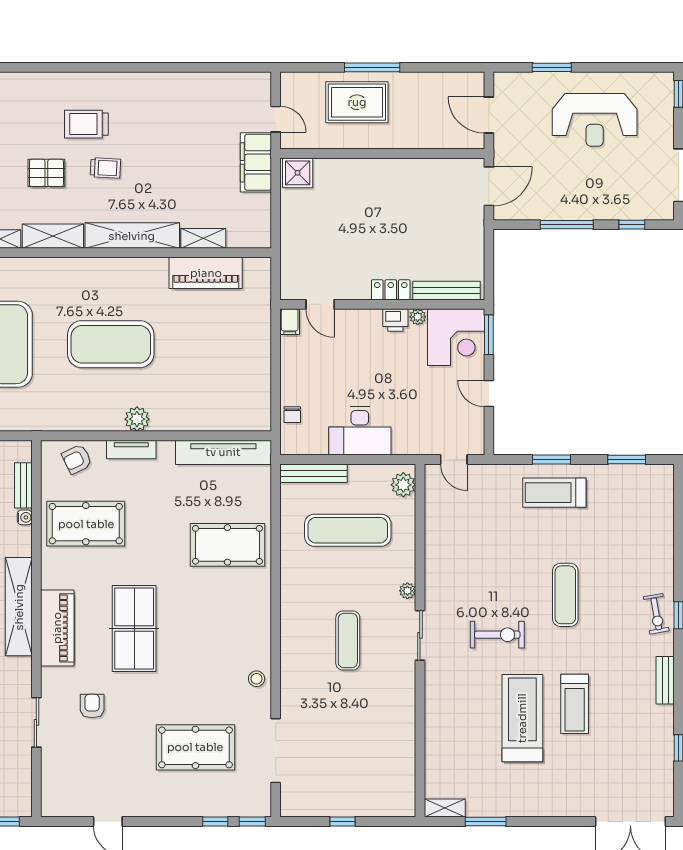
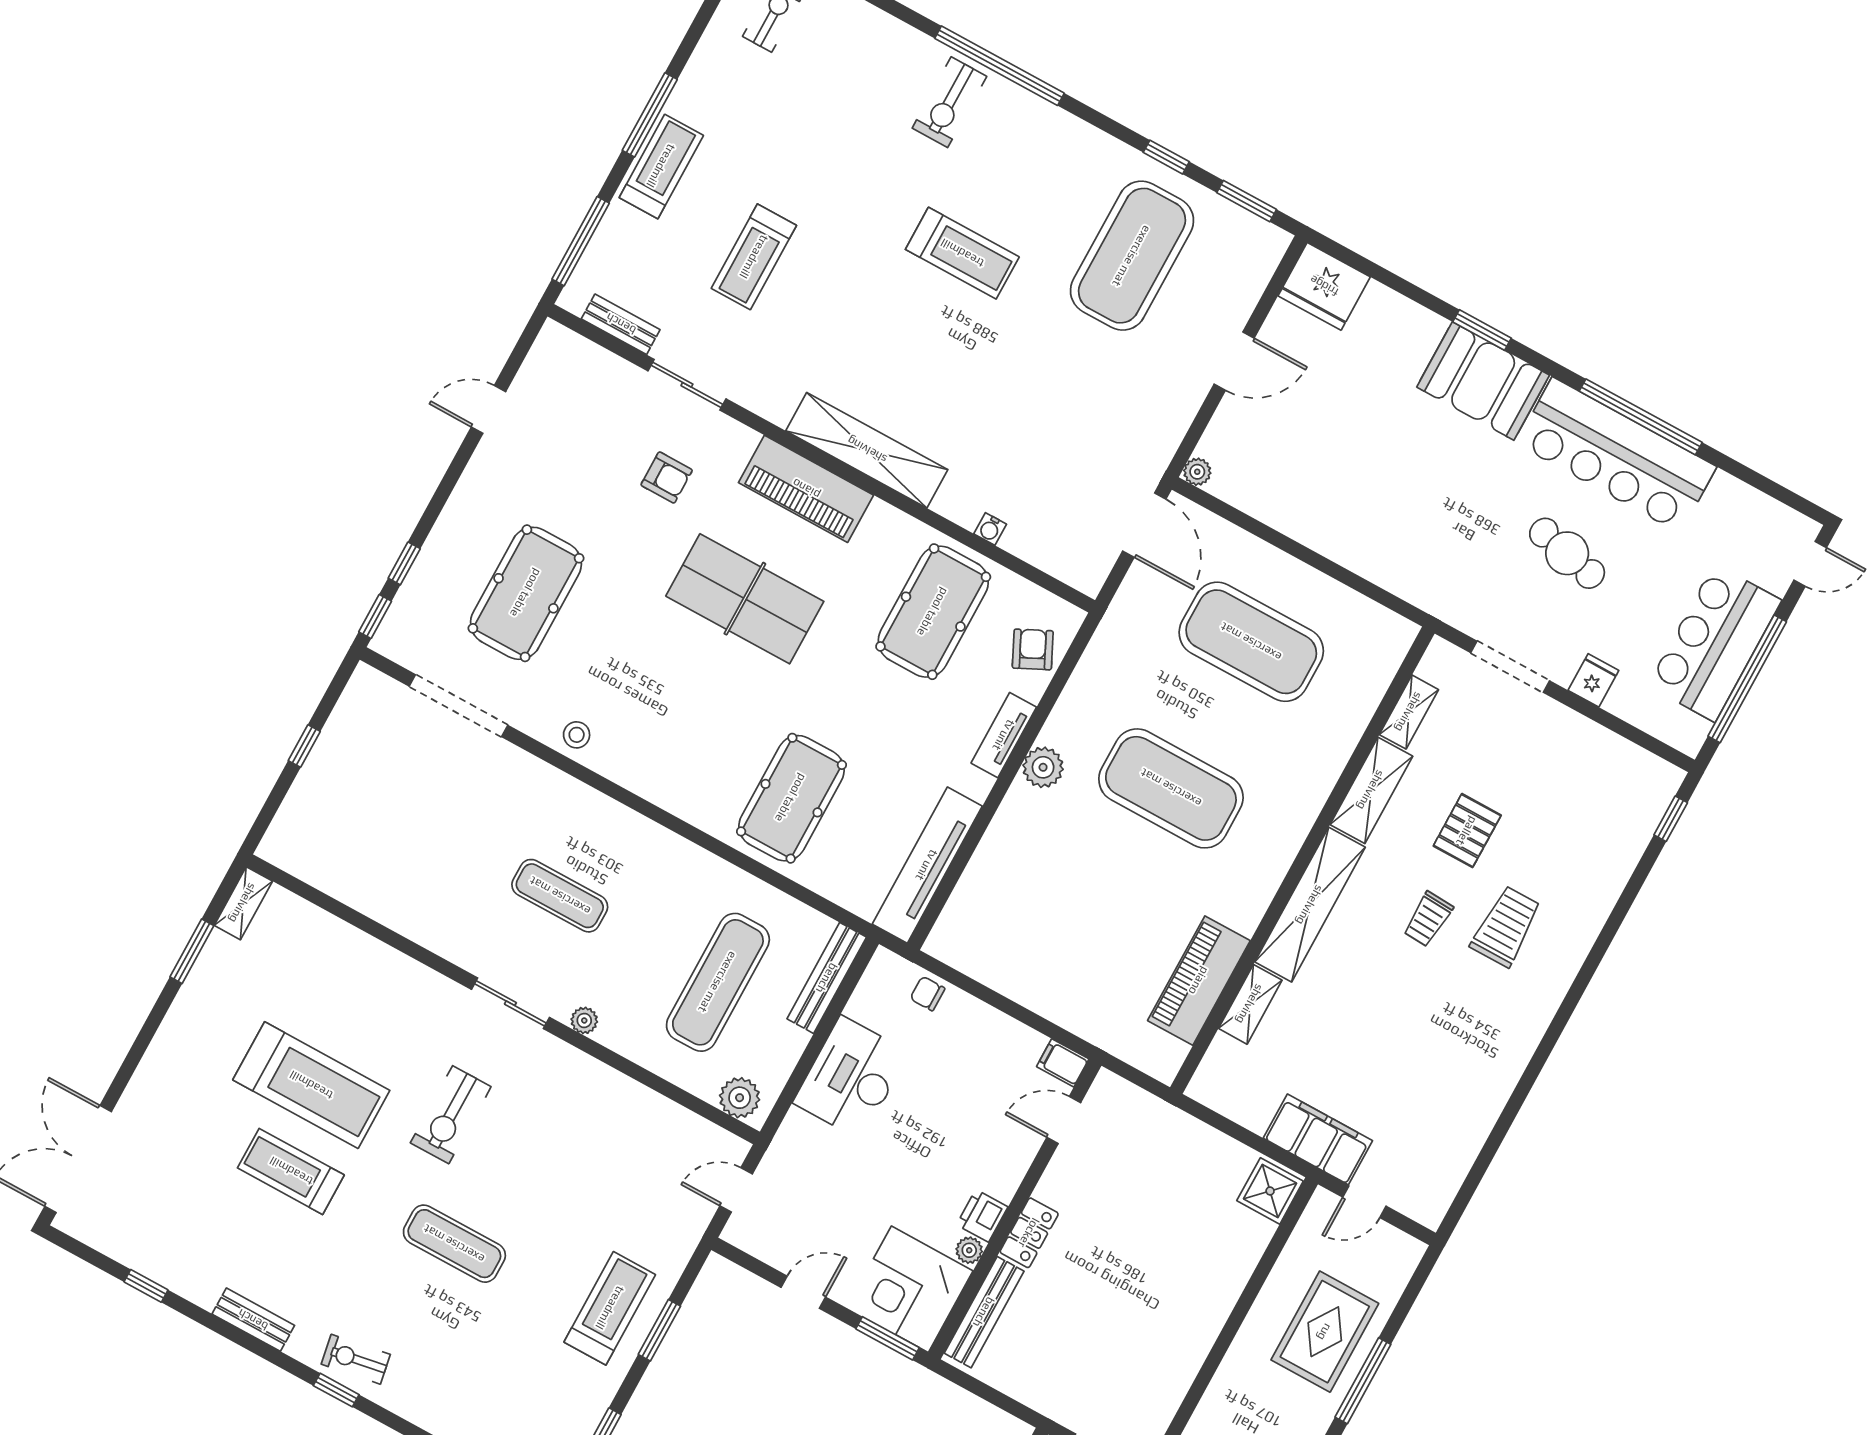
exercise mat: (111, 344) -> (1171, 788), turned 90
bench: (23, 485) -> (621, 324), moved

